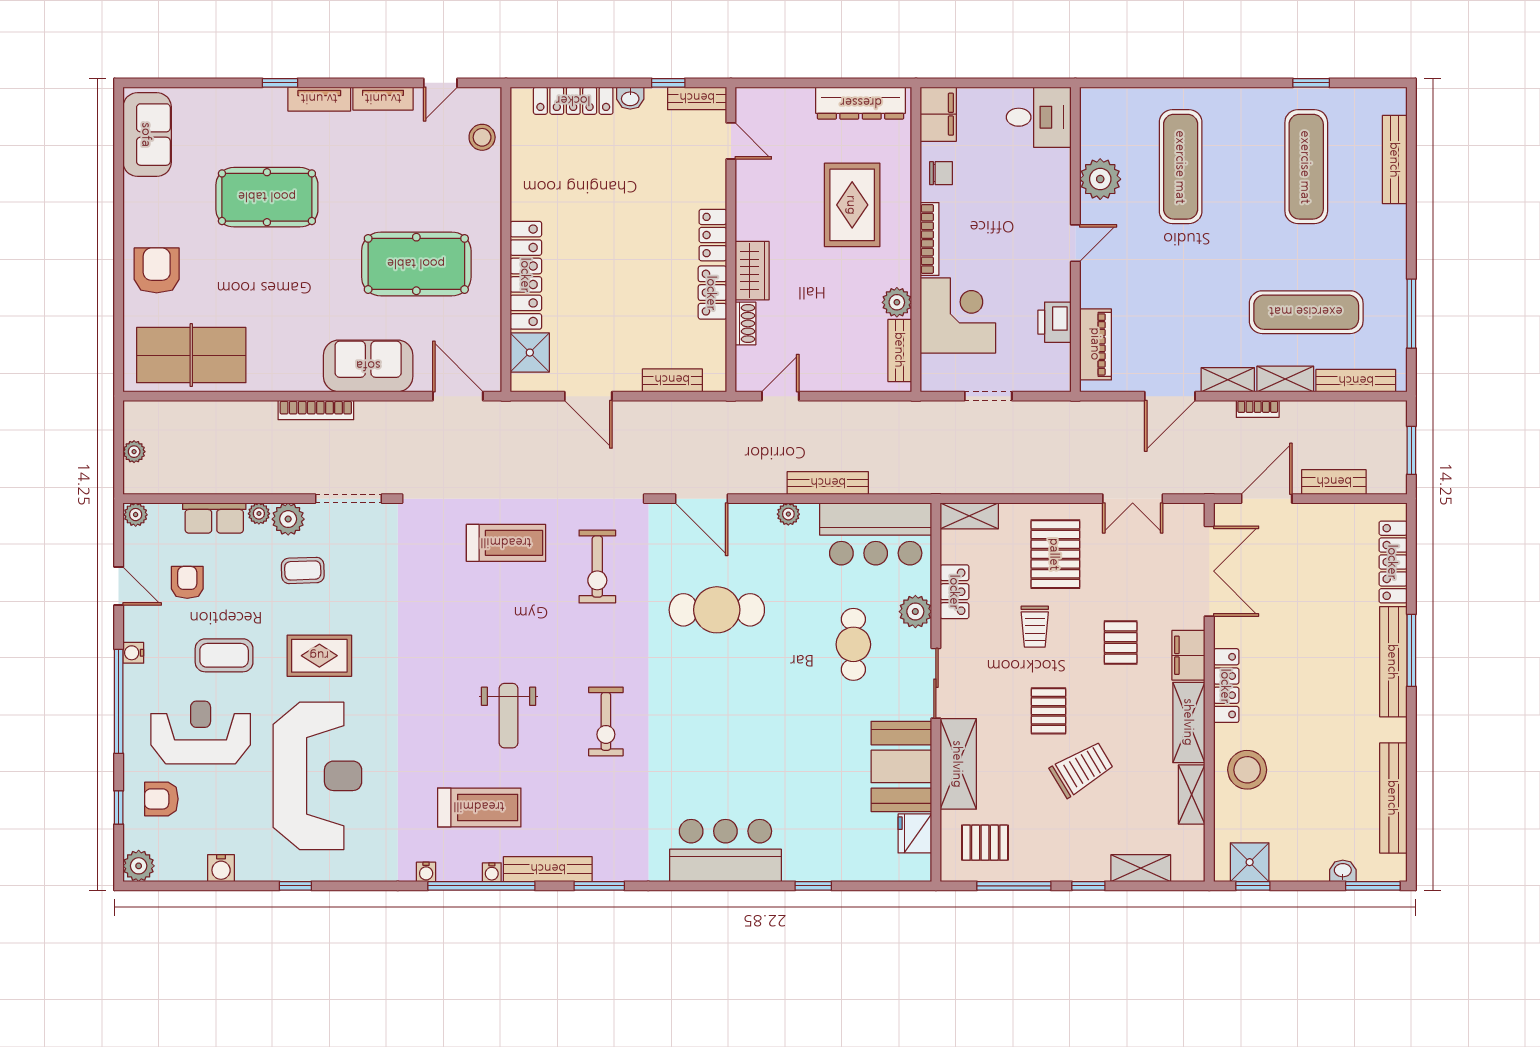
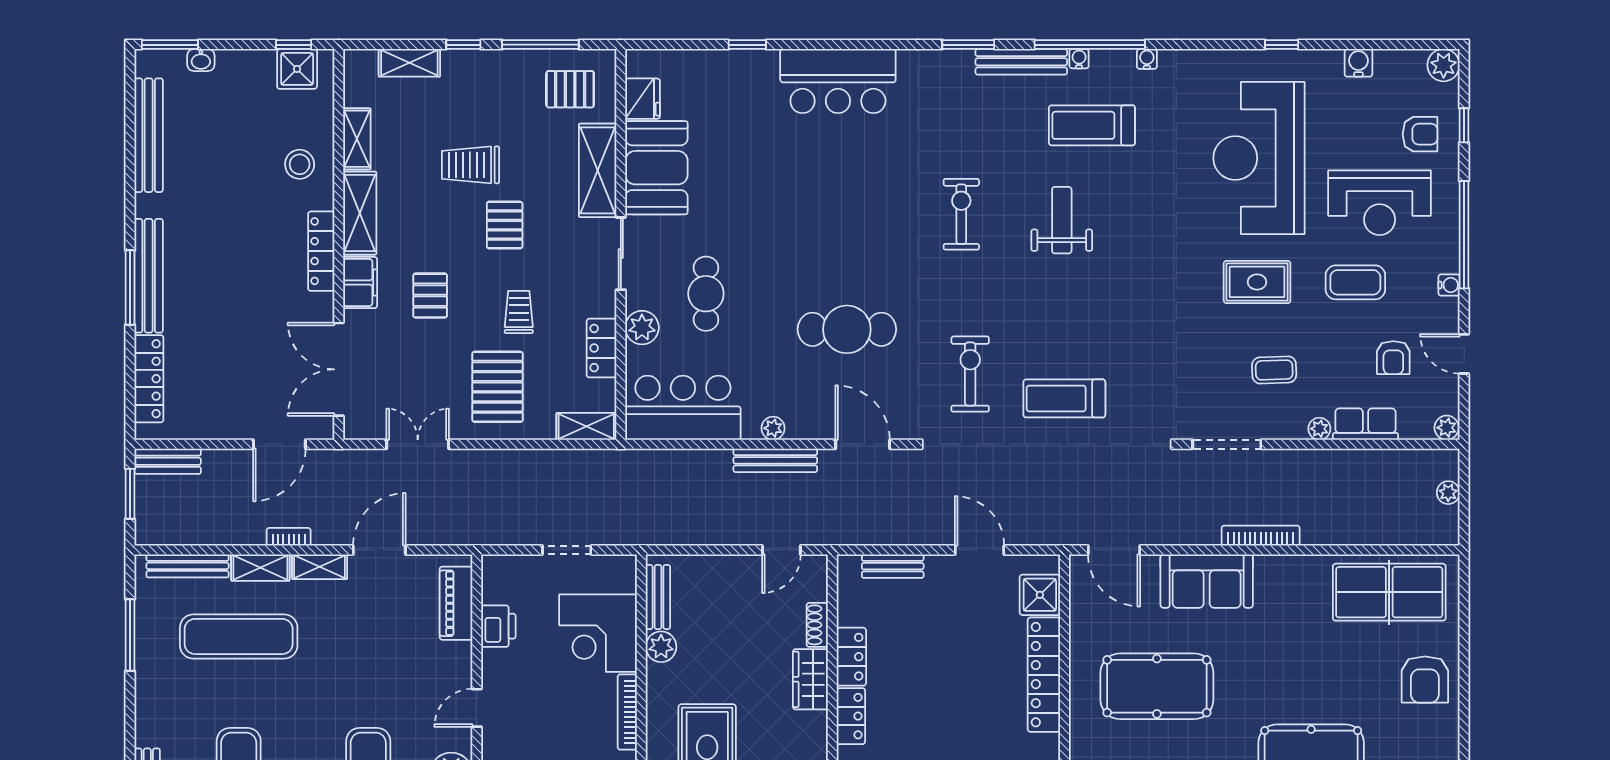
bench: (1334, 482) -> (168, 461), moved
bench: (828, 483) -> (775, 460), moved
plant: (288, 519) -> (1289, 423), removed
trolley: (1082, 769) -> (470, 165), turned 31
stool: (1247, 770) -> (300, 164), width x0.73, depth x0.73

